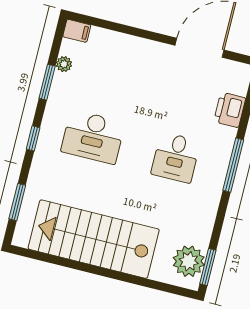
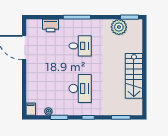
stairs: (94, 239) -> (134, 76), width x0.73, depth x0.66
plant: (189, 261) -> (119, 27), moved

